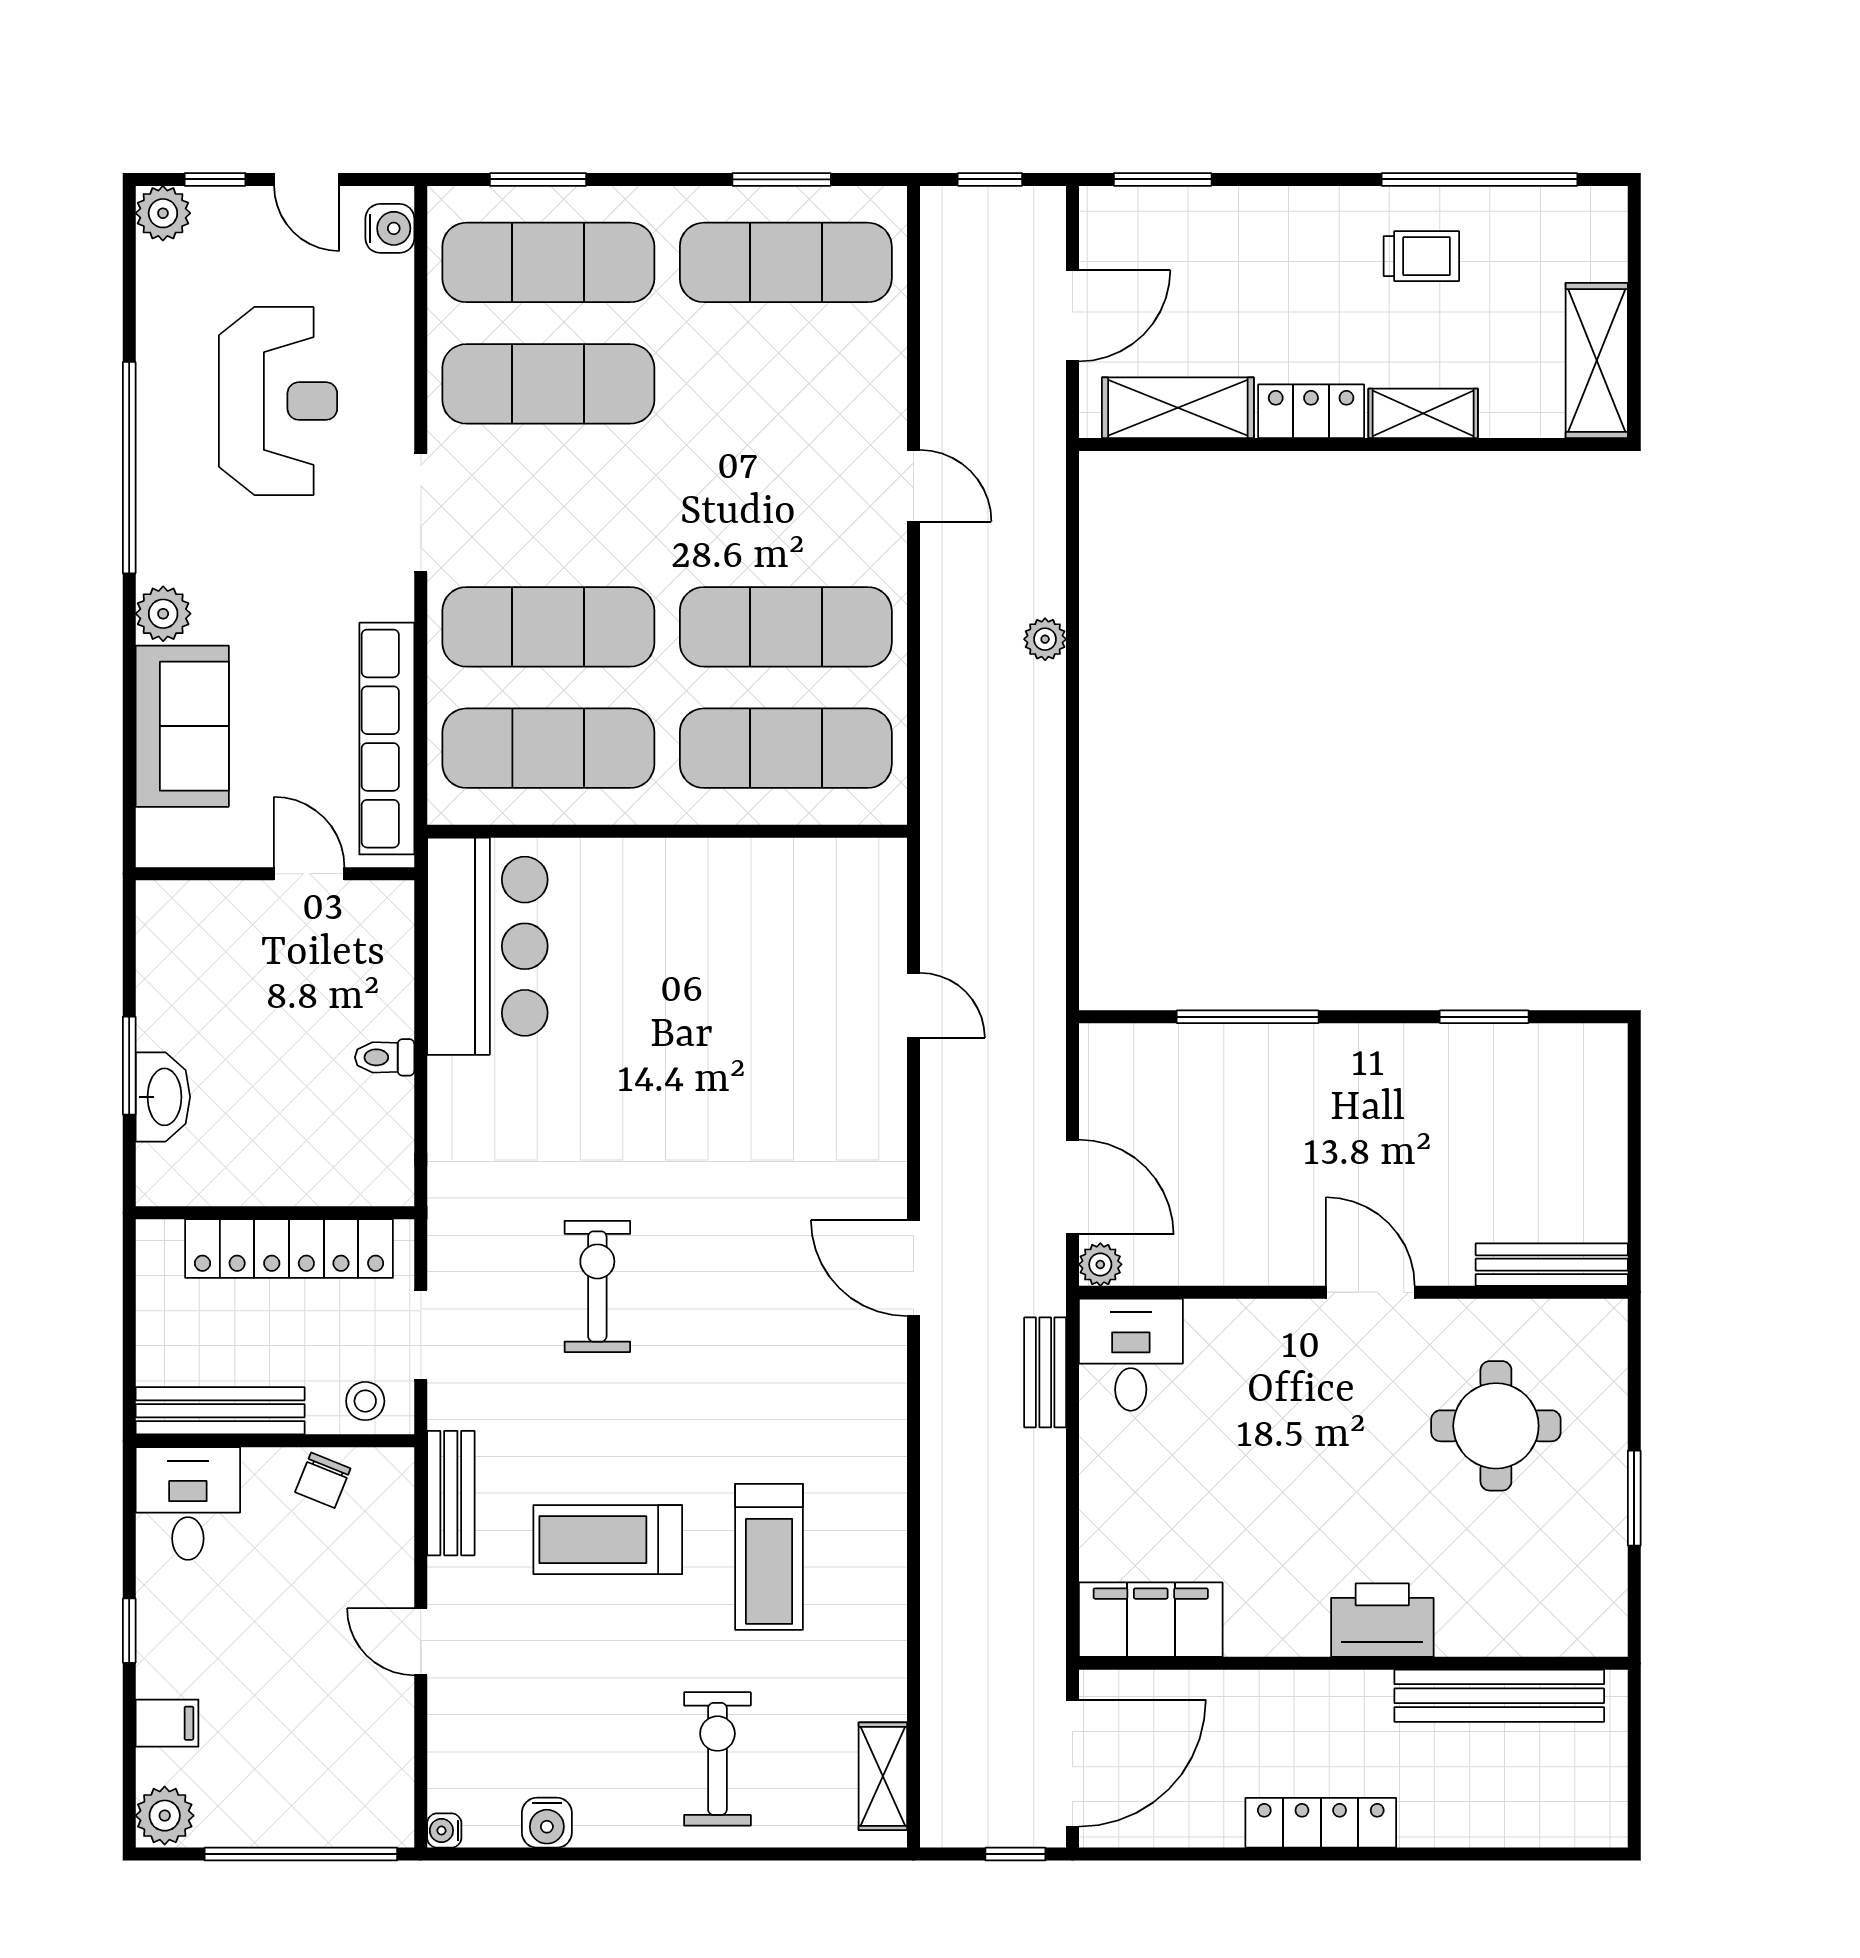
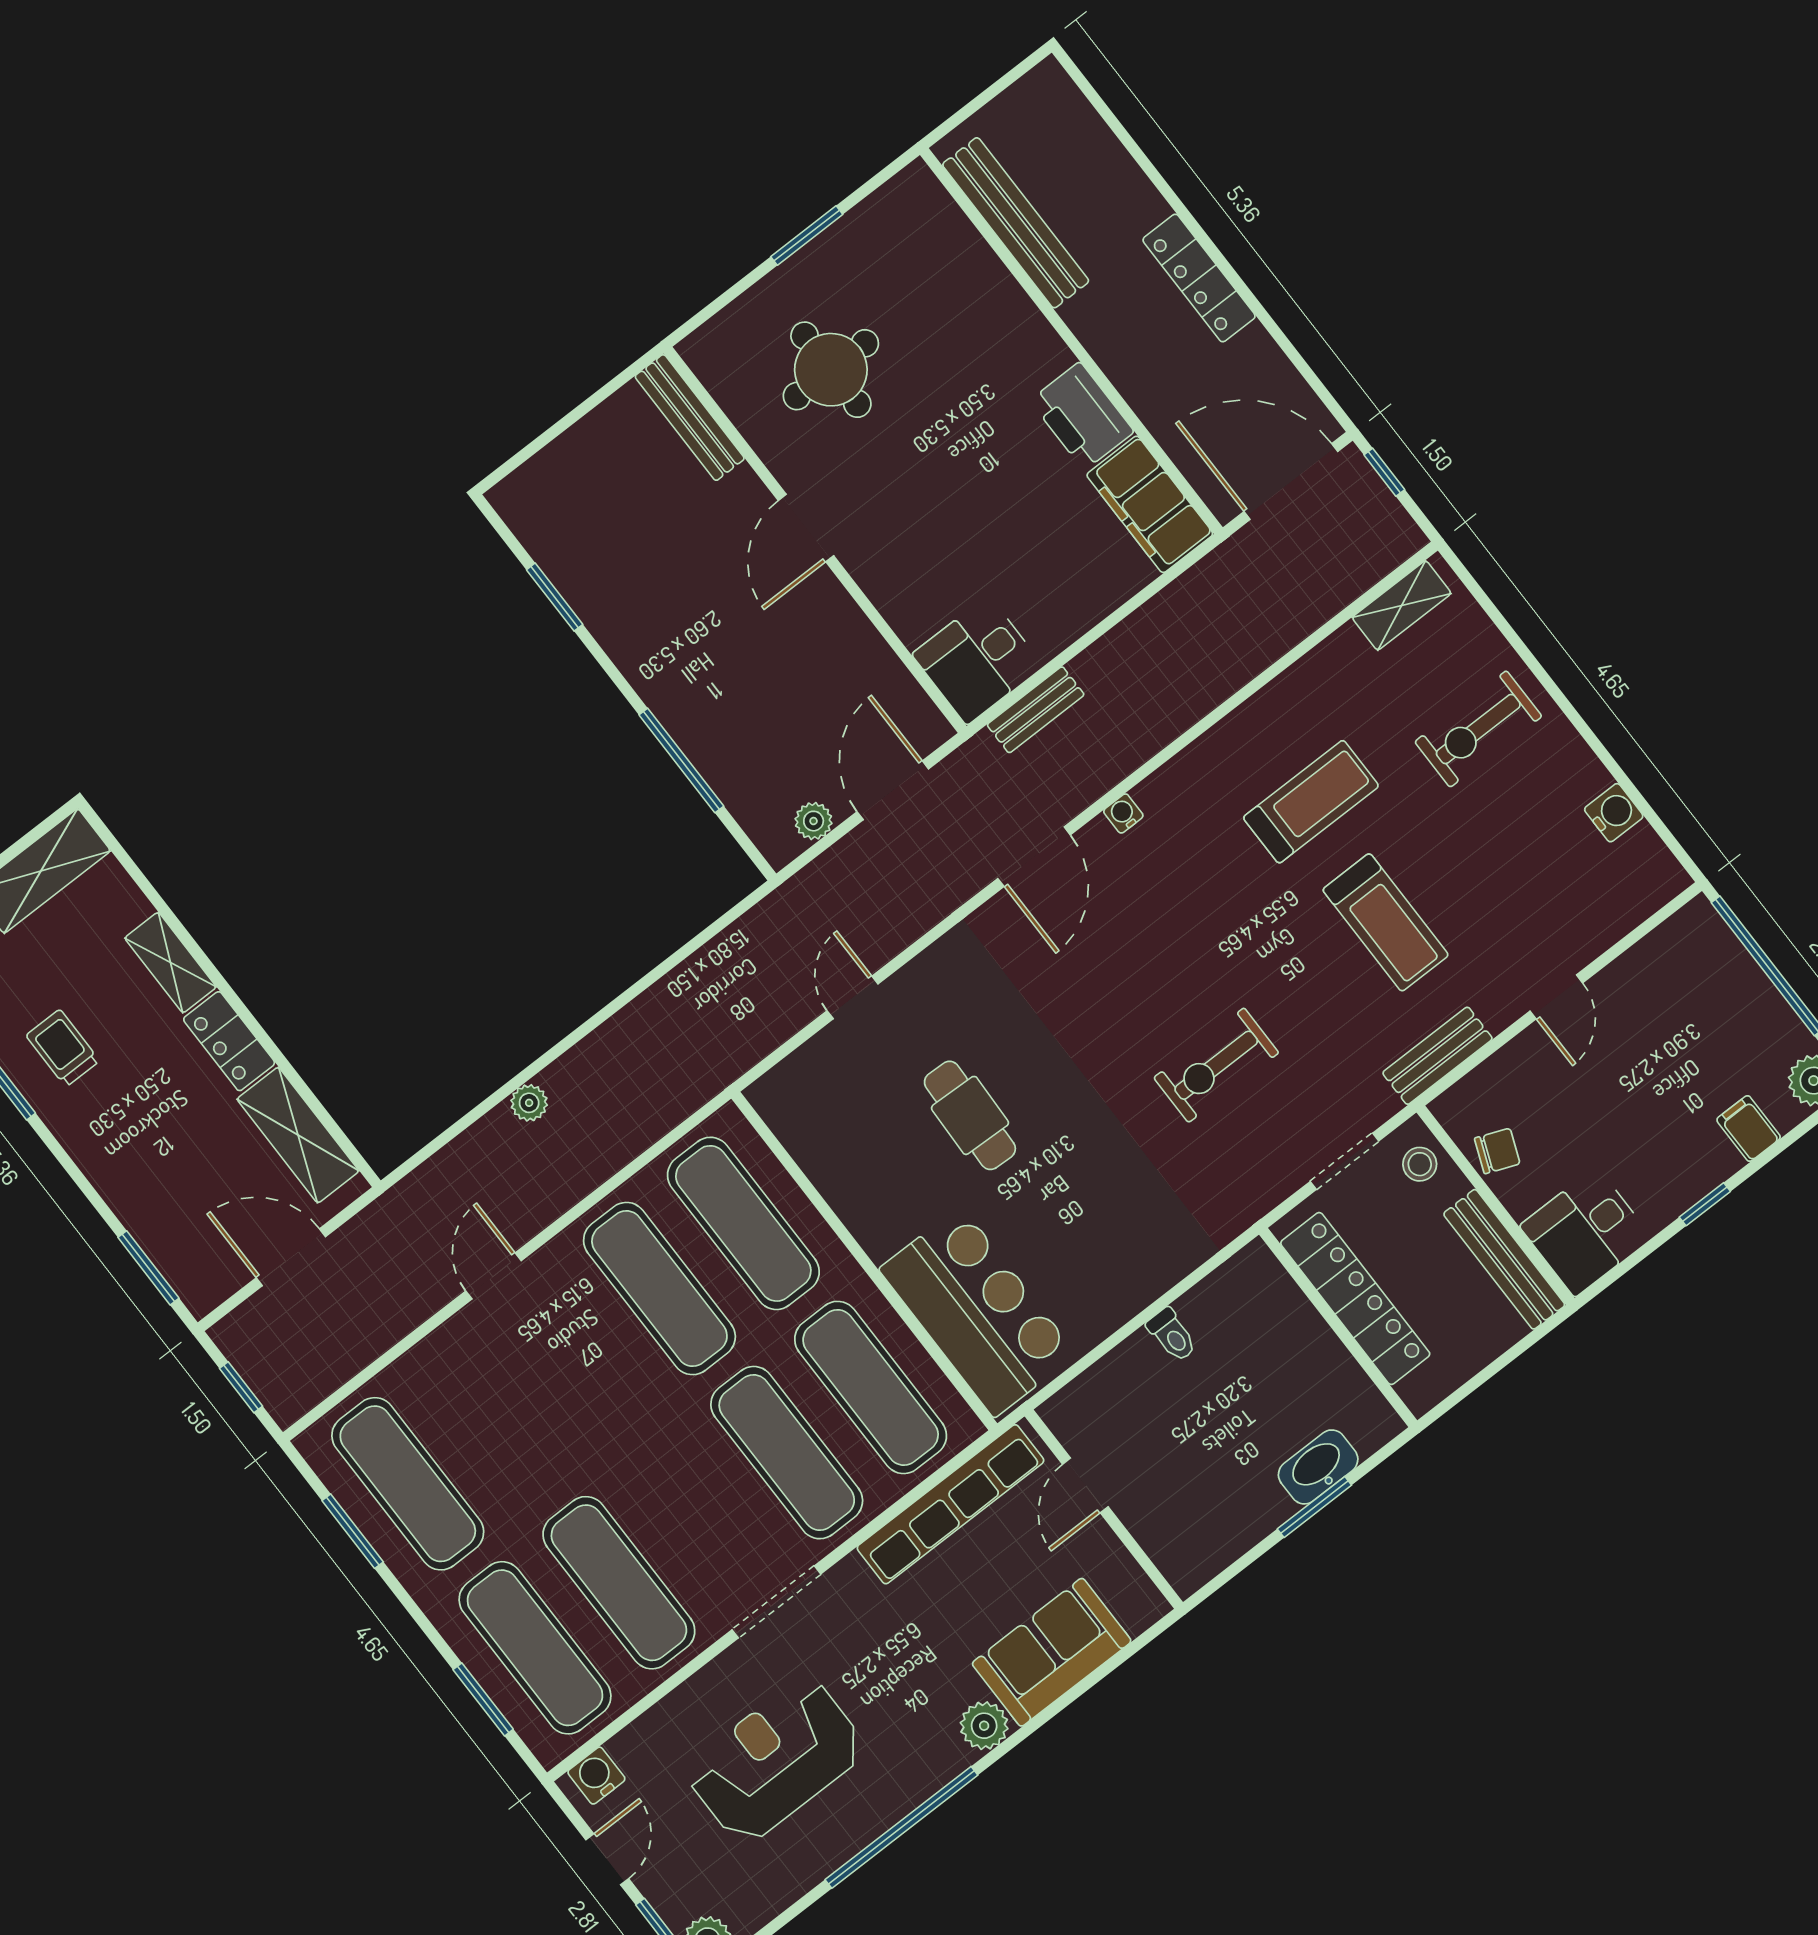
bar counter: (487, 946) -> (977, 1312), moved, turned 90
cafe table: (725, 1029) -> (970, 1115), added
plant: (1100, 1264) -> (814, 821), moved
printer: (1382, 1620) -> (1082, 416), moved
water cooler: (444, 1830) -> (1123, 813), moved, turned 180

